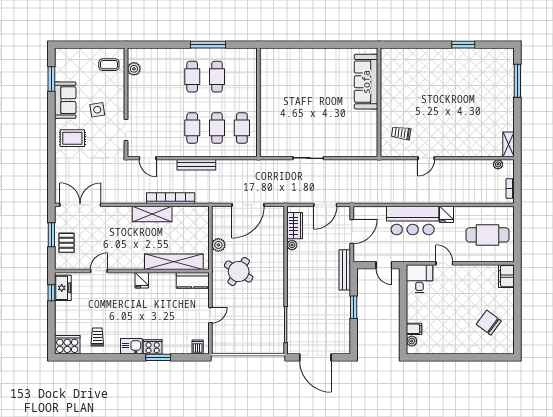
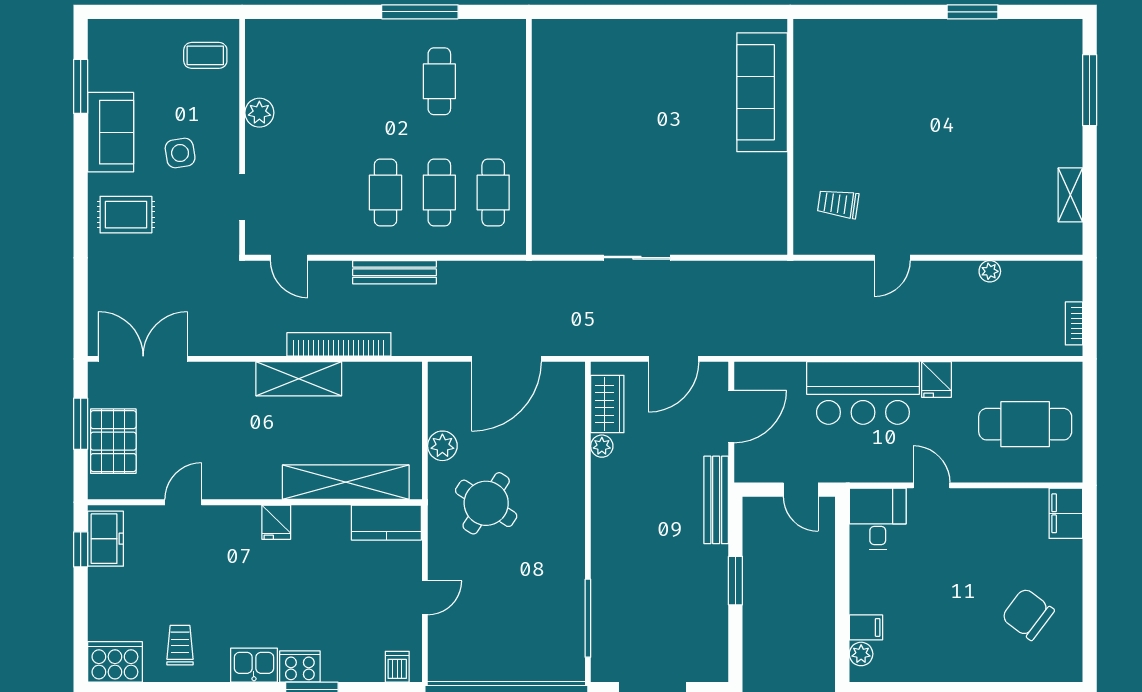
plant: (134, 69) -> (259, 113), moved
cafe table: (192, 77) -> (386, 81), removed
shelving: (508, 144) -> (1070, 195), moved
plant: (498, 164) -> (990, 271), moved
pallet: (66, 243) -> (113, 441), width x1.50, depth x1.42

